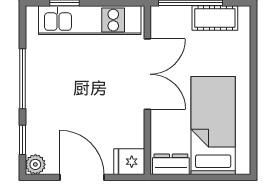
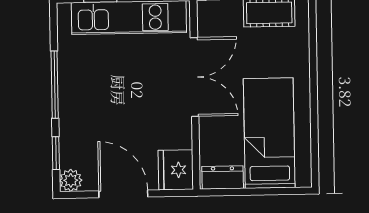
fridge: (129, 162) -> (176, 170), width x1.38

